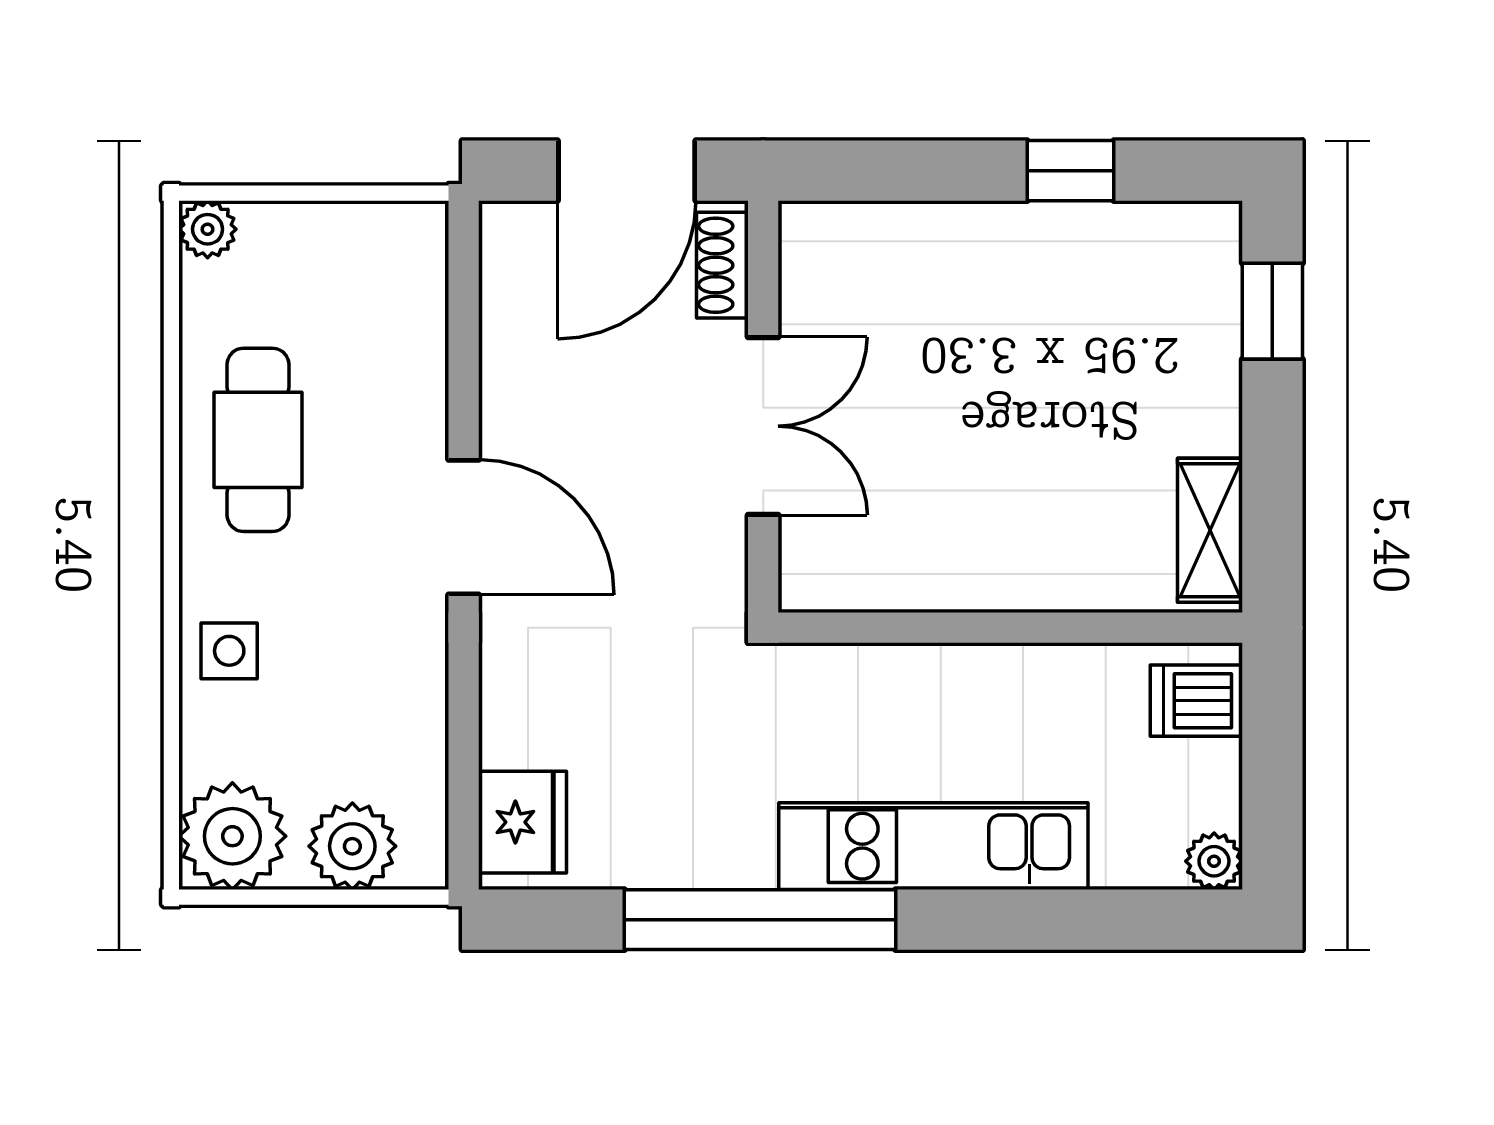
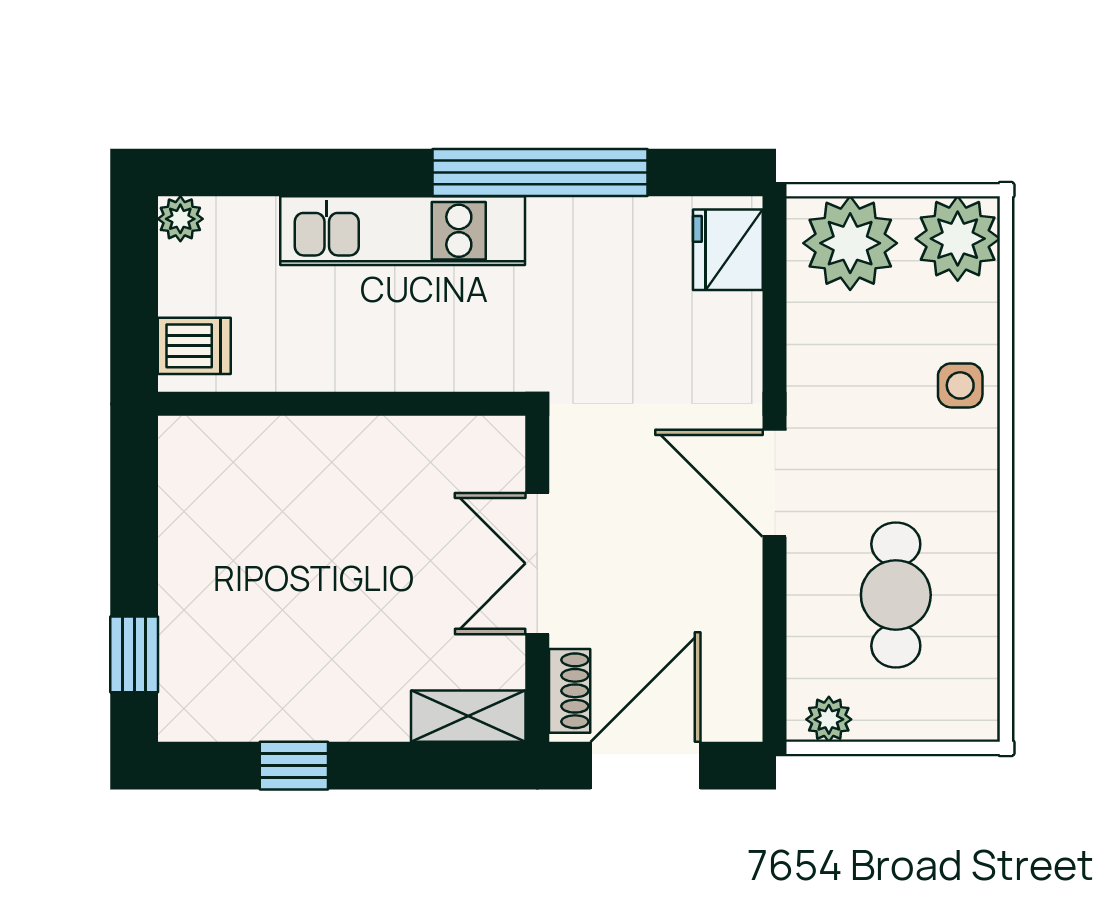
plant: (208, 229) -> (829, 719), moved
cafe table: (258, 440) -> (896, 595), moved
shelving: (1210, 530) -> (468, 716), moved, turned 90
plant: (352, 846) -> (850, 243), width x1.36, depth x1.36

